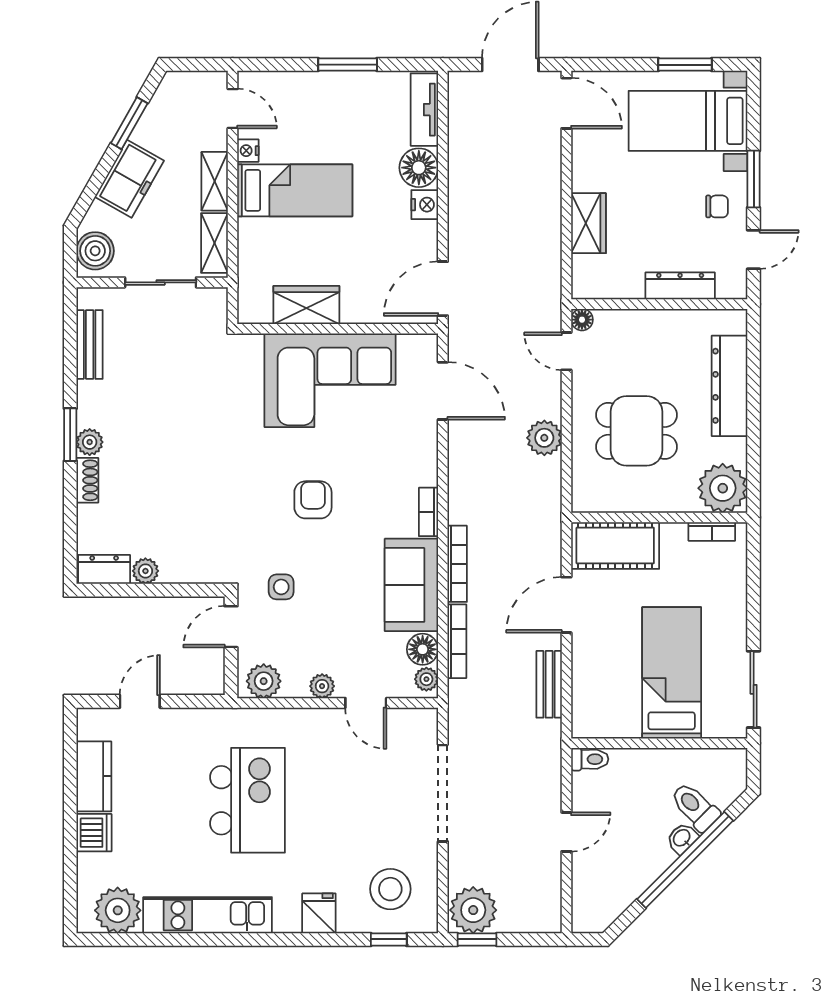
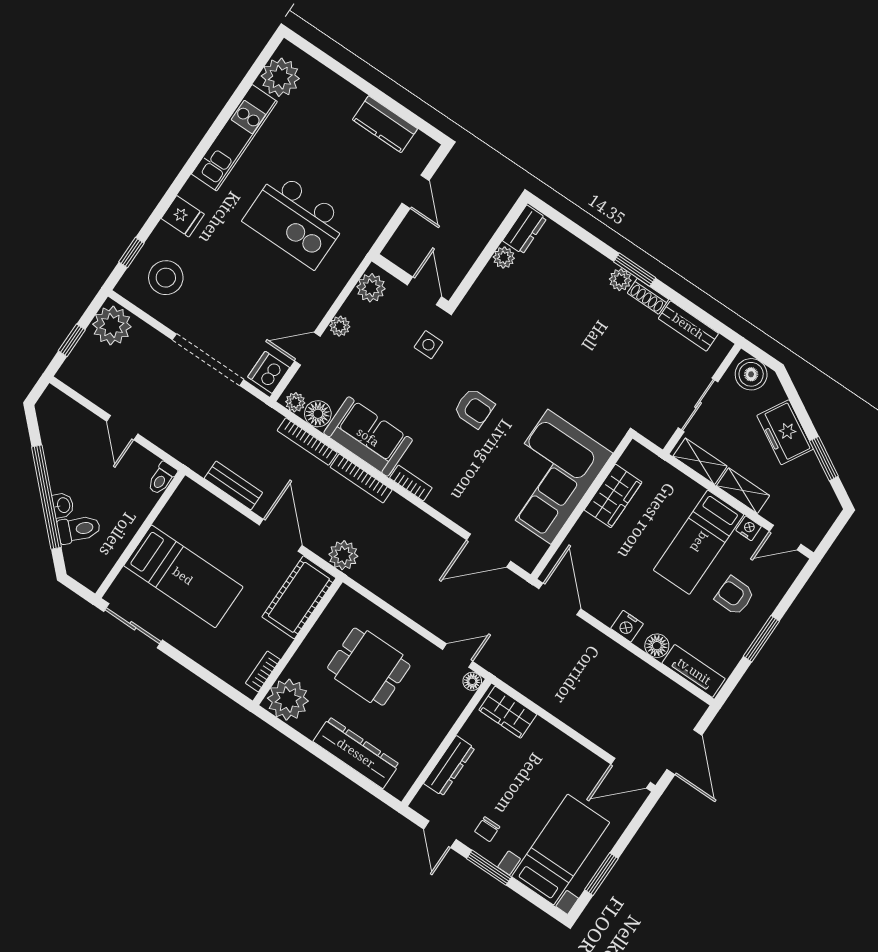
armchair: (323, 119) -> (735, 596), added
floor lamp: (419, 168) -> (657, 646), width x0.73, depth x0.73
wardrobe: (589, 223) -> (508, 712), moved
dining table: (637, 431) -> (369, 667), turned 90
plant: (544, 438) -> (343, 555), moved
shoe rack: (87, 480) -> (648, 296), moved
dishwasher: (94, 833) -> (269, 372), moved, turned 90
window: (477, 939) -> (72, 340), moved

